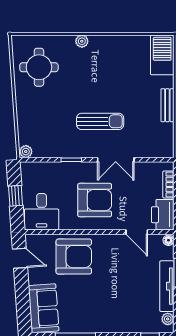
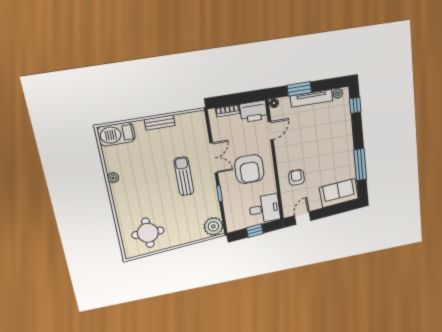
plant: (82, 41) -> (113, 178), moved
plant: (26, 152) -> (213, 226), width x1.88, depth x1.88
armchair: (95, 200) -> (249, 169), turned 180
armchair: (74, 257) -> (296, 177), width x0.53, depth x0.53

